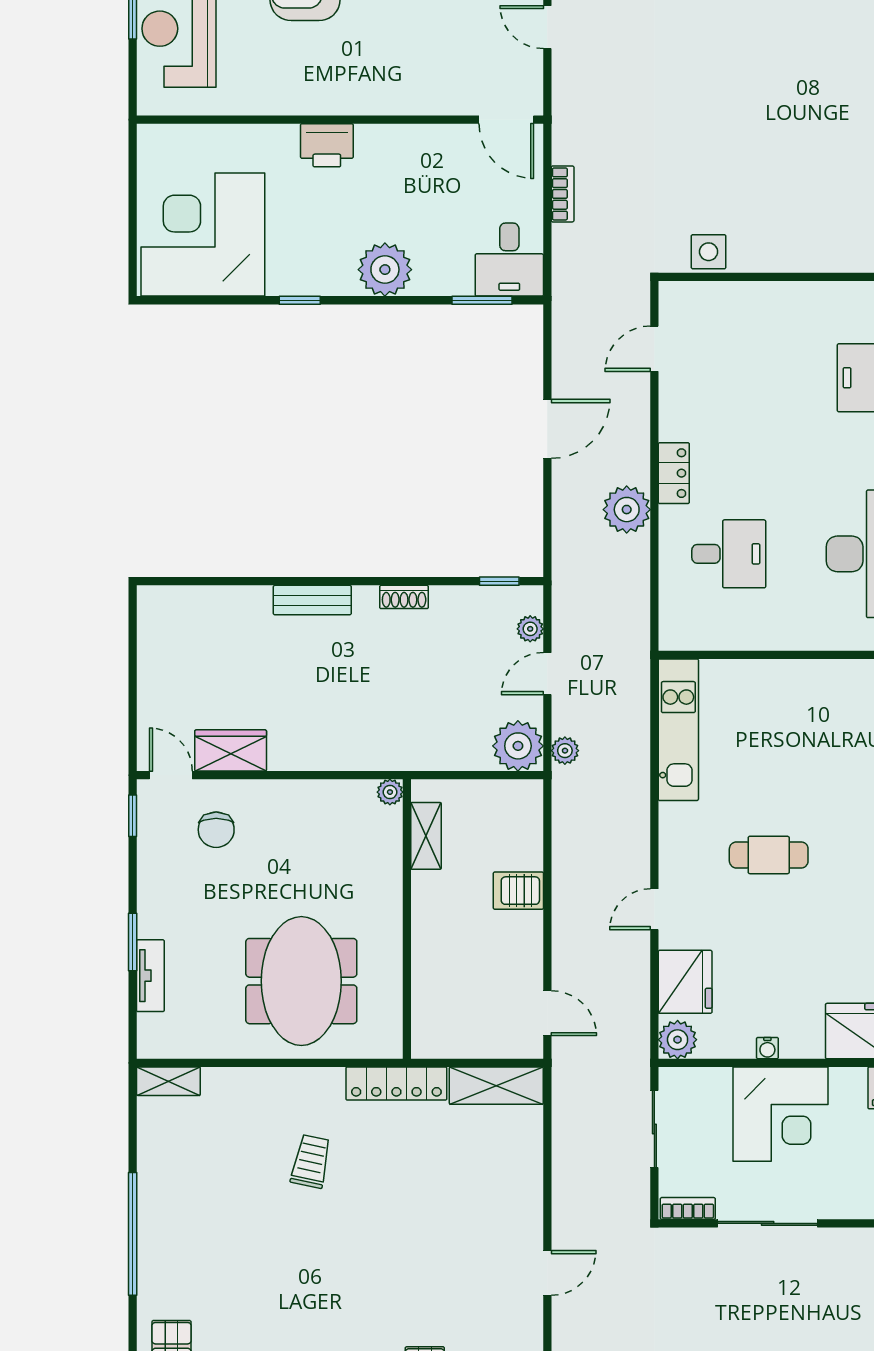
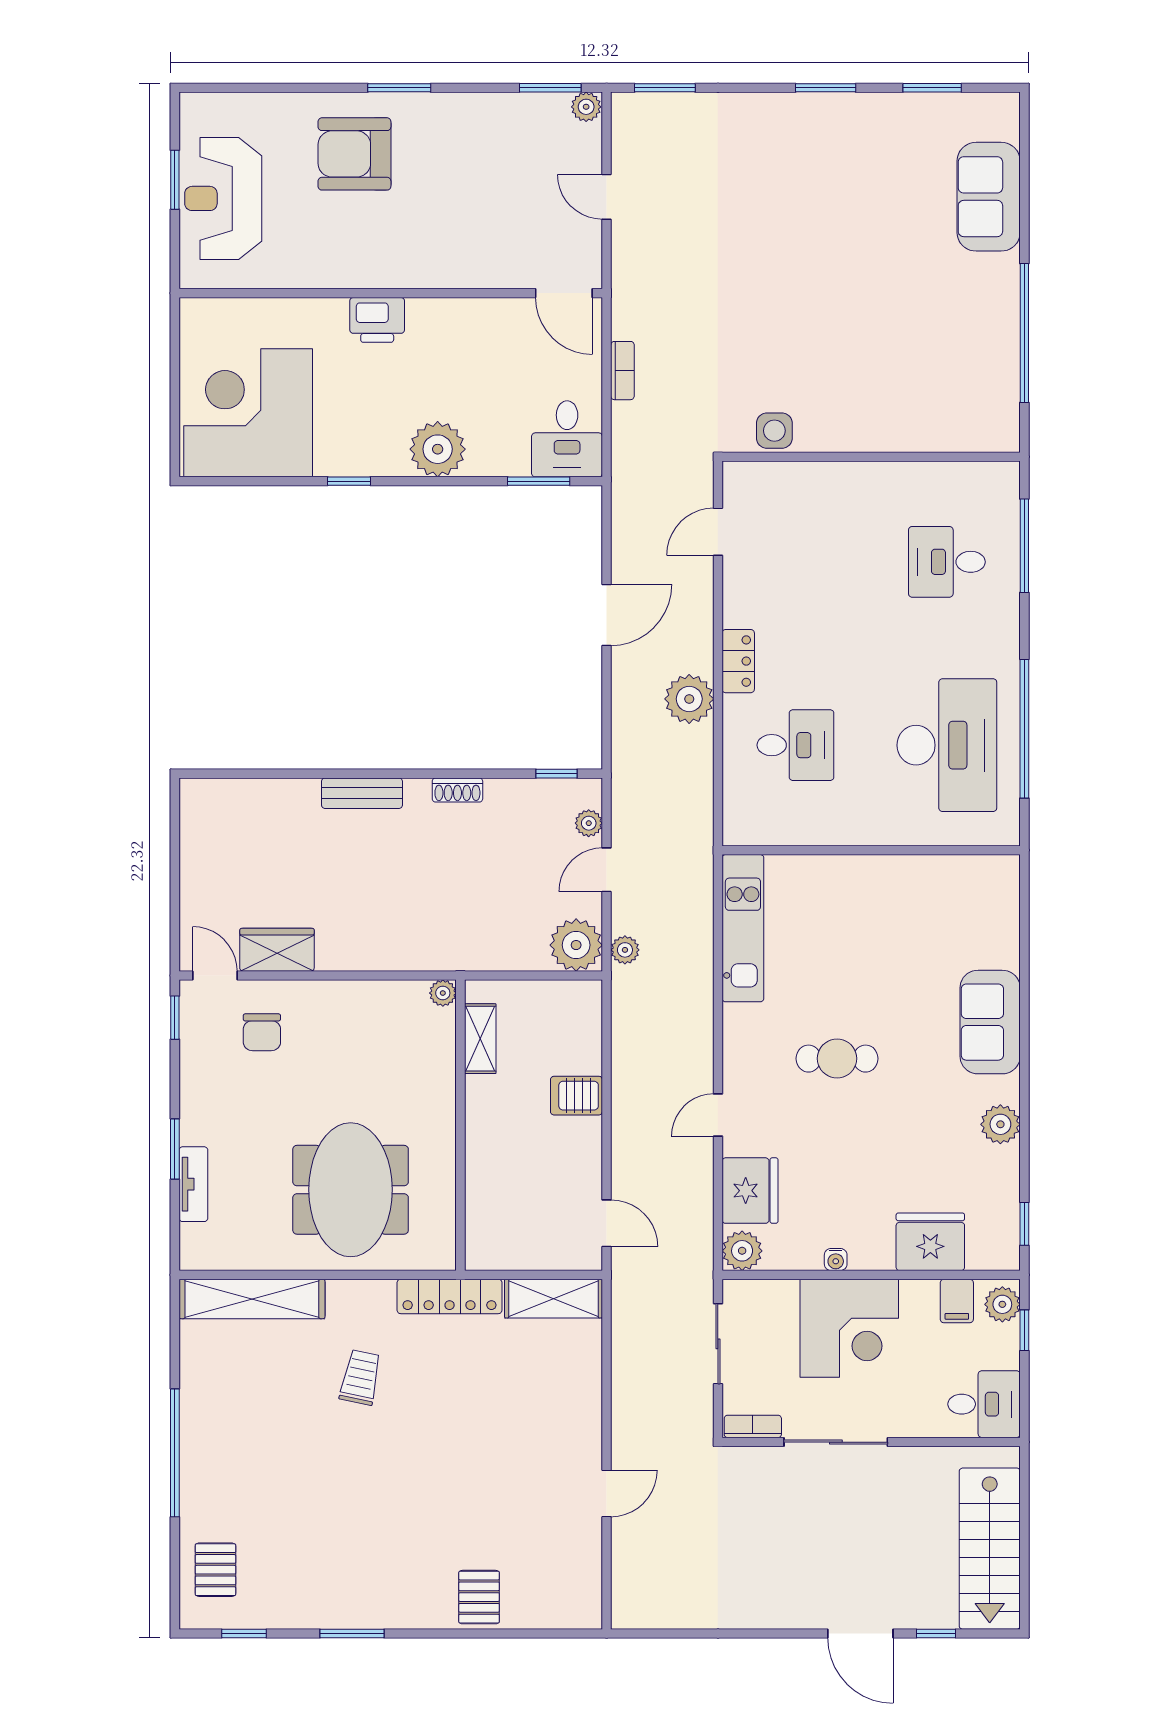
shelving: (168, 1081) -> (252, 1299), width x2.20, depth x1.33

